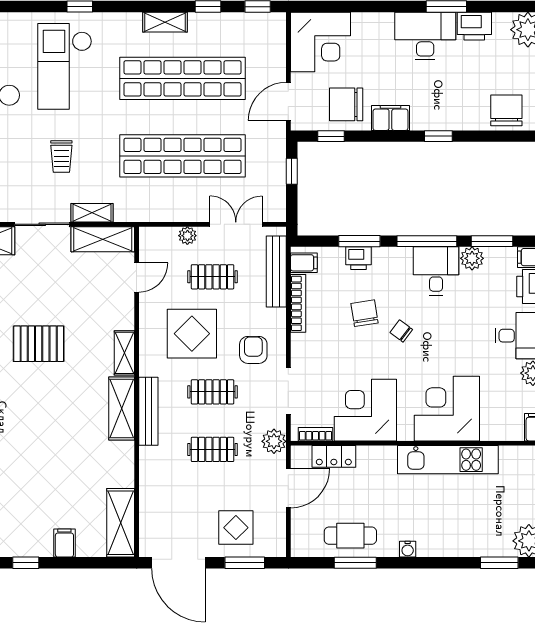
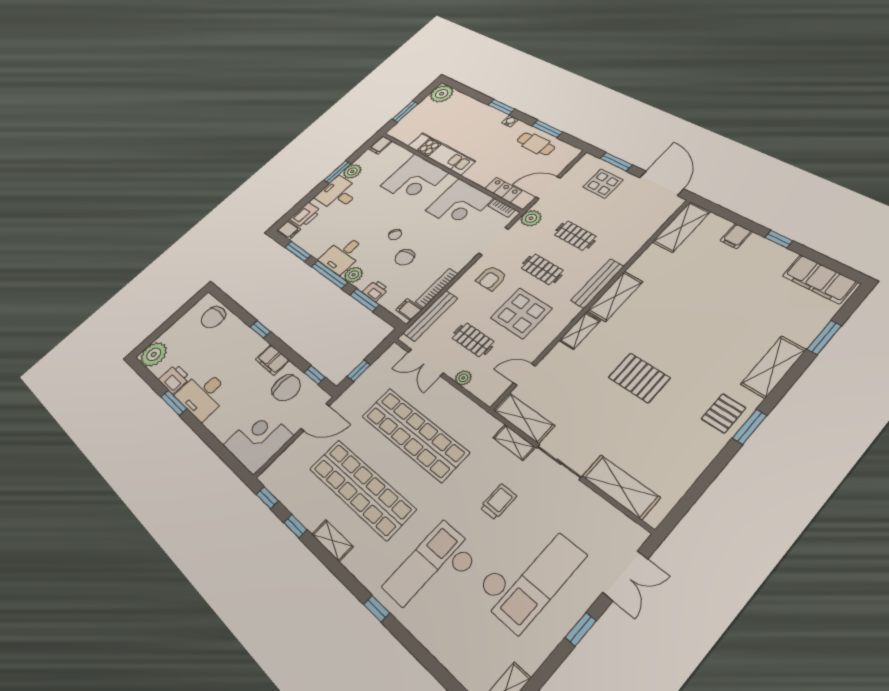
checkout: (65, 66) -> (431, 570), turned 180
plant: (472, 258) -> (354, 275), moved
window: (499, 563) -> (501, 107), moved

